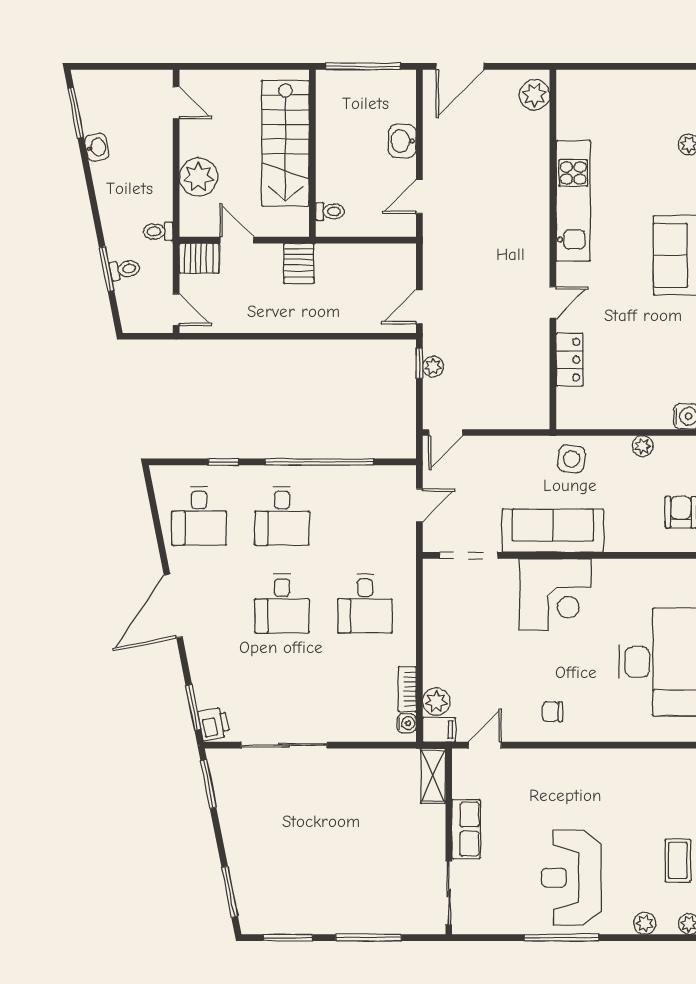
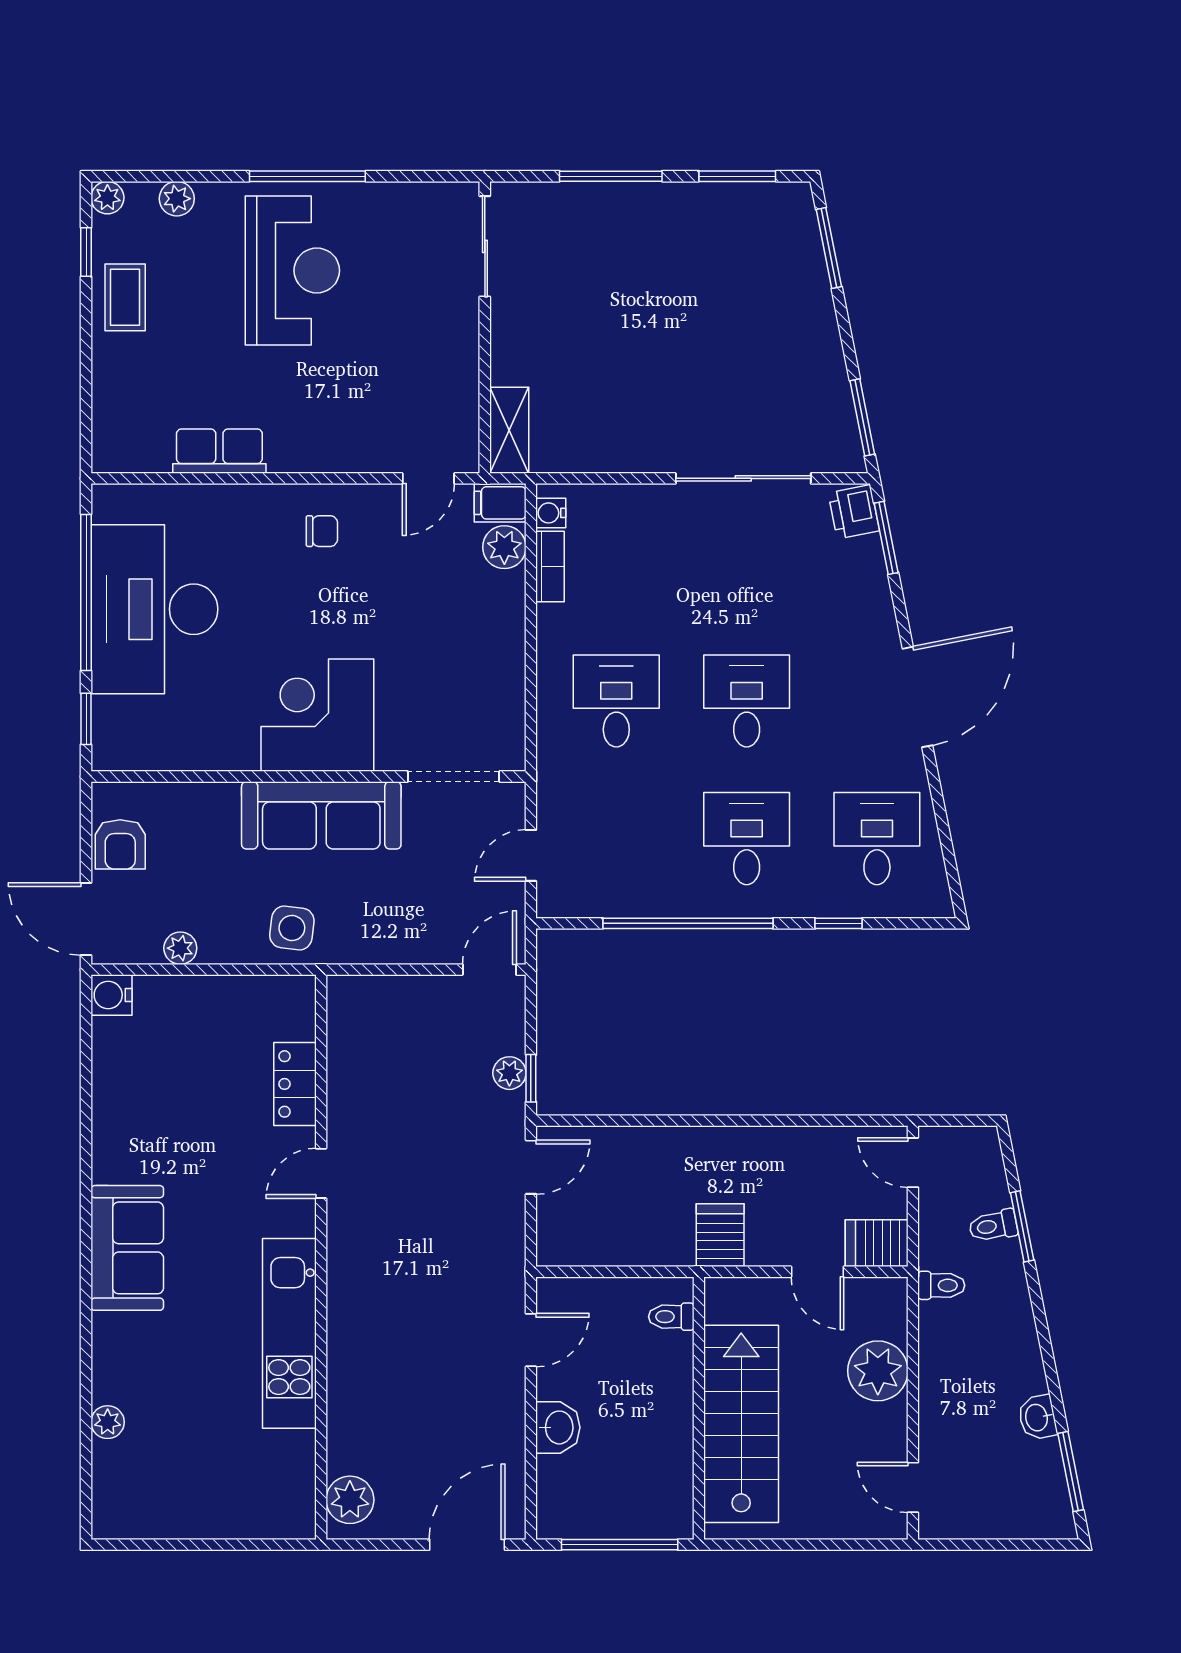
row of seats: (466, 829) -> (219, 451), moved, turned 90

